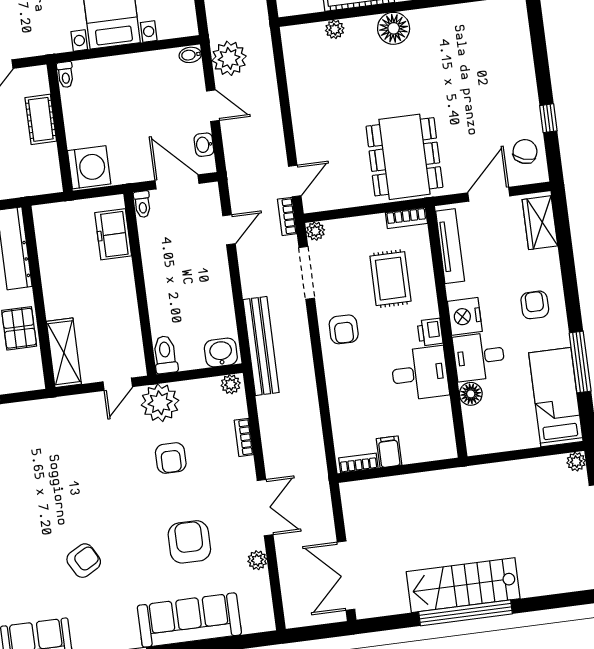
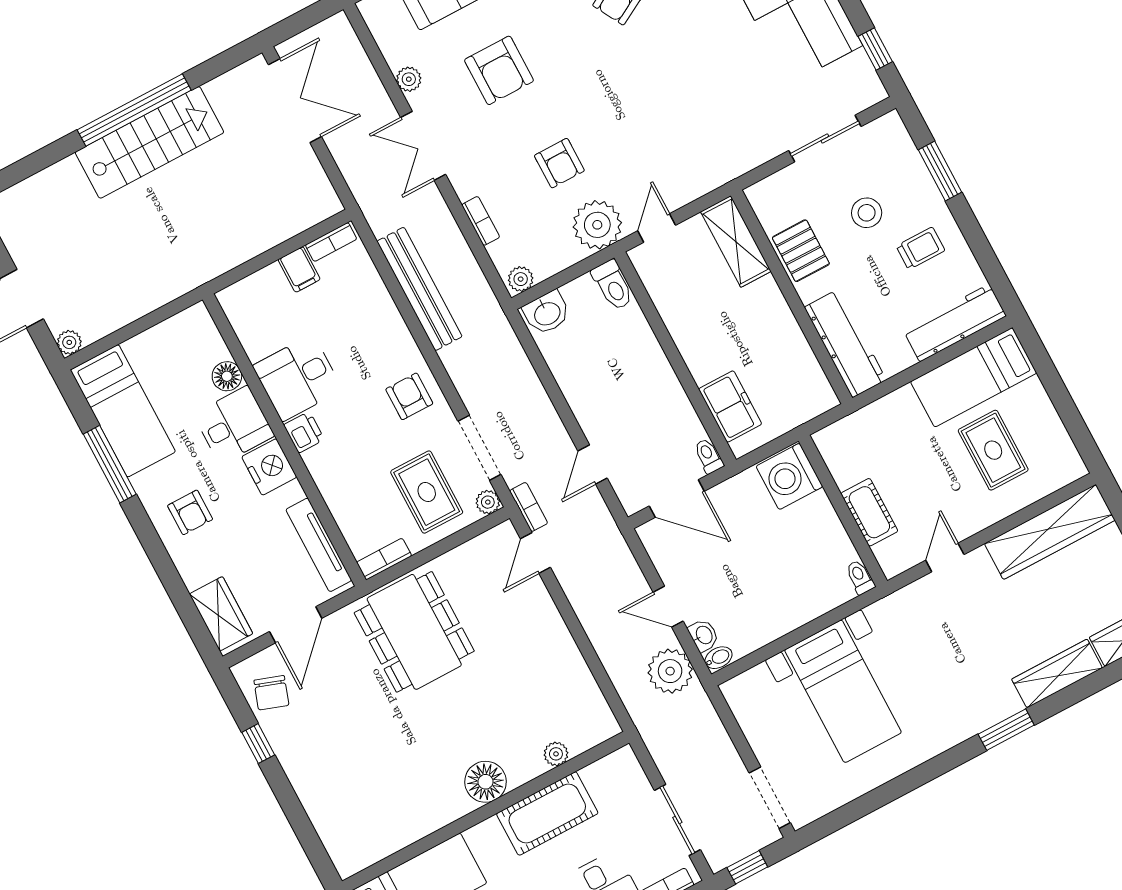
washbasin: (204, 145) -> (704, 635), moved
rug: (390, 279) -> (427, 492), moved
bench: (261, 346) -> (420, 289), moved
armchair: (171, 458) -> (559, 163), turned 180

